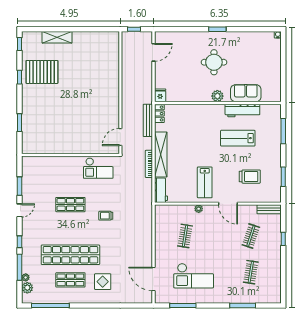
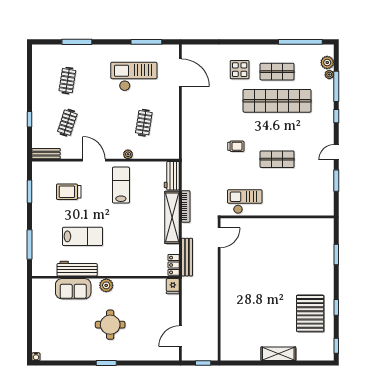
shelving: (57, 37) -> (278, 354), moved
pallet: (42, 72) -> (310, 313), turned 90

